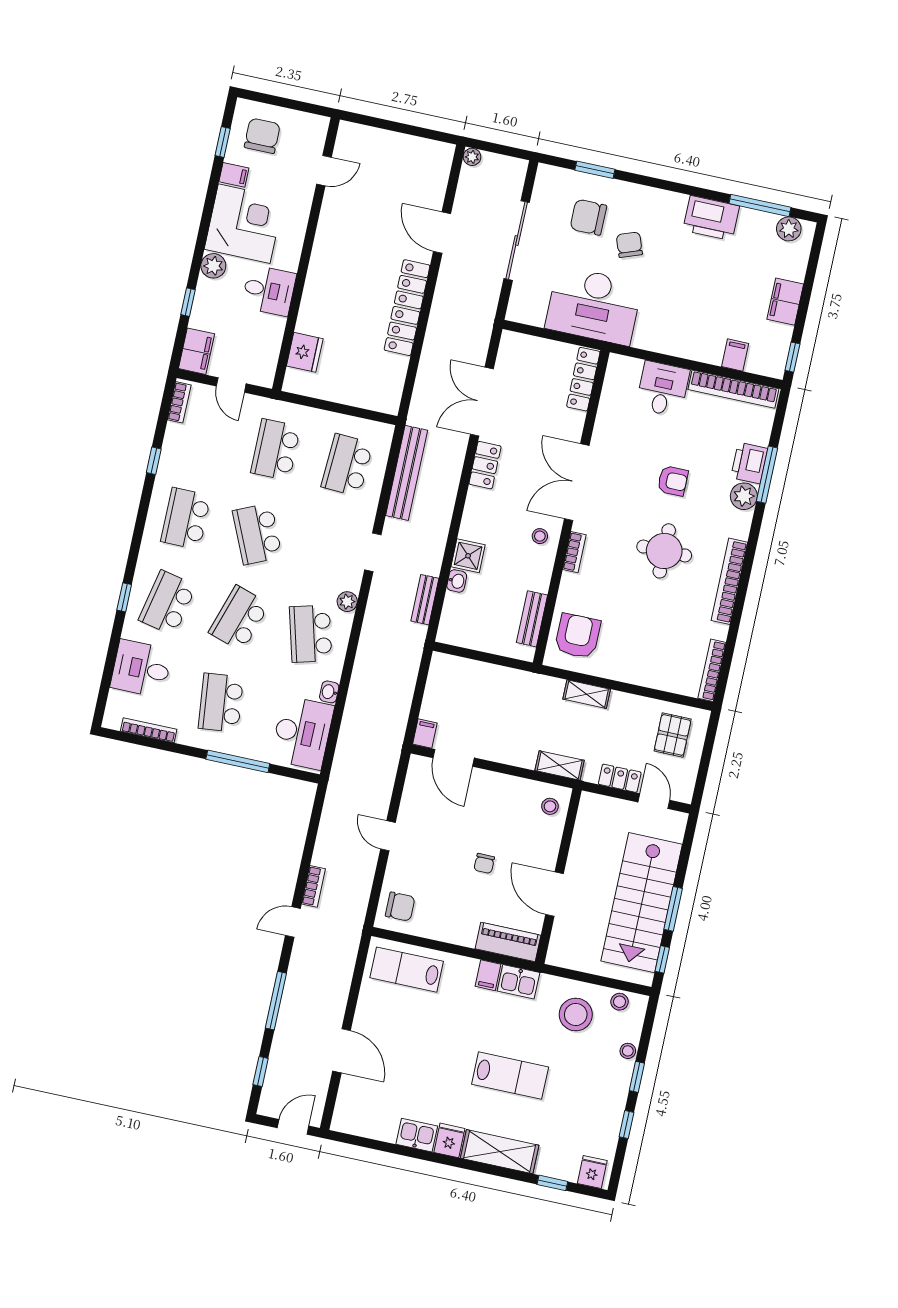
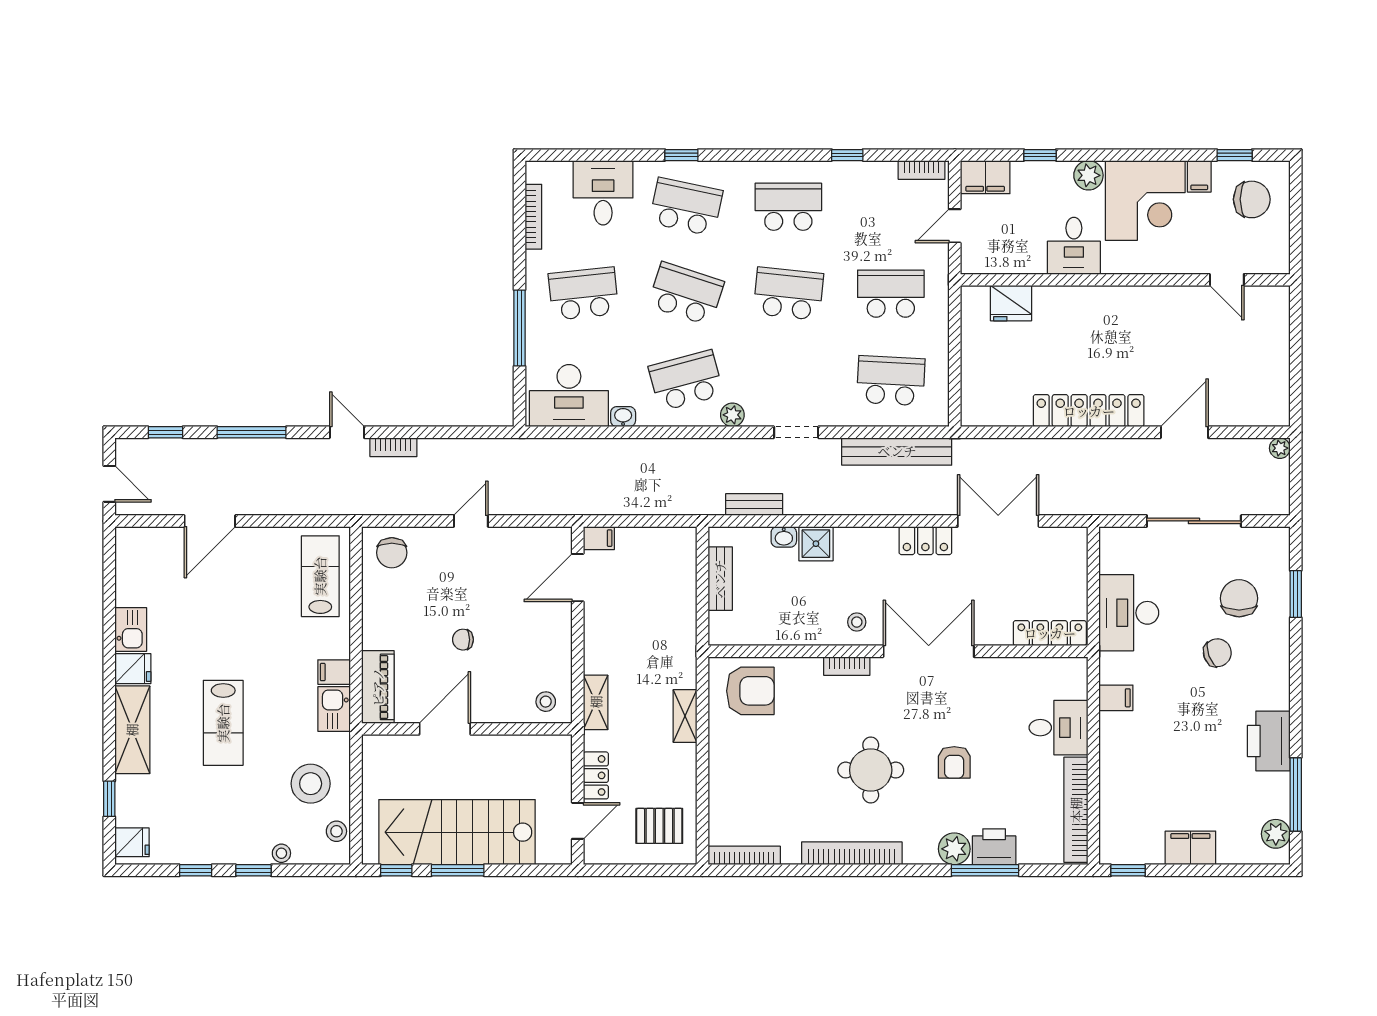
desk: (594, 306) -> (1129, 613), width x0.73, depth x0.77
filing cabinet: (735, 355) -> (1116, 698), moved
school desk: (257, 534) -> (788, 294), turned 30
bench: (532, 619) -> (720, 579), moved, turned 90

